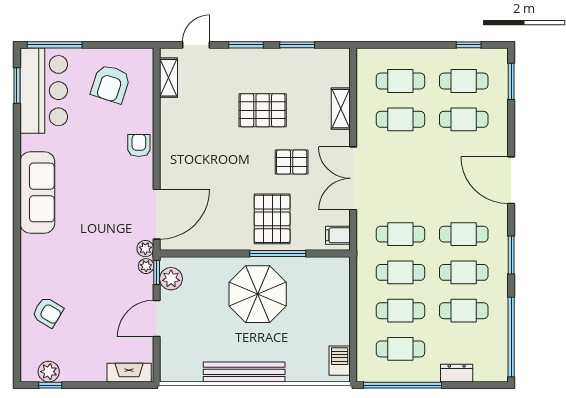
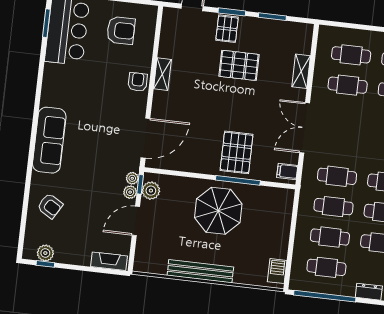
shelving: (169, 78) -> (162, 74), moved
armchair: (110, 84) -> (121, 30), turned -108
pallet: (292, 162) -> (227, 29), moved, turned 90
sofa: (37, 192) -> (49, 140), moved
plant: (145, 249) -> (130, 192), moved

